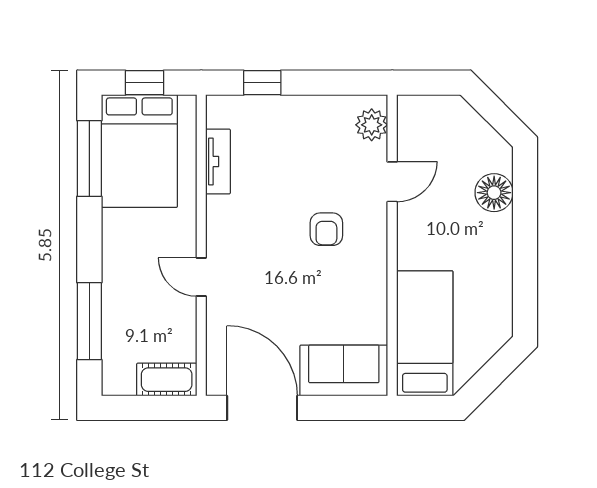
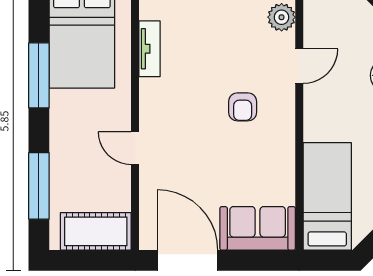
window: (89, 159) -> (39, 75), moved
cot: (167, 380) -> (96, 231), width x1.37, depth x1.34

